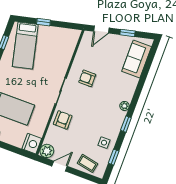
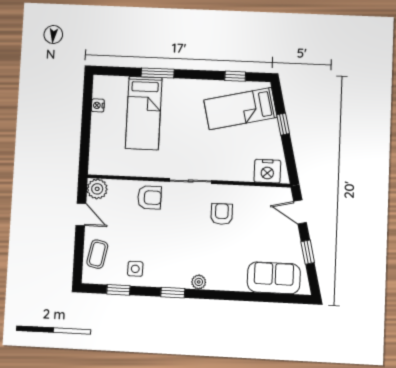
nightstand: (32, 144) -> (267, 171), moved

